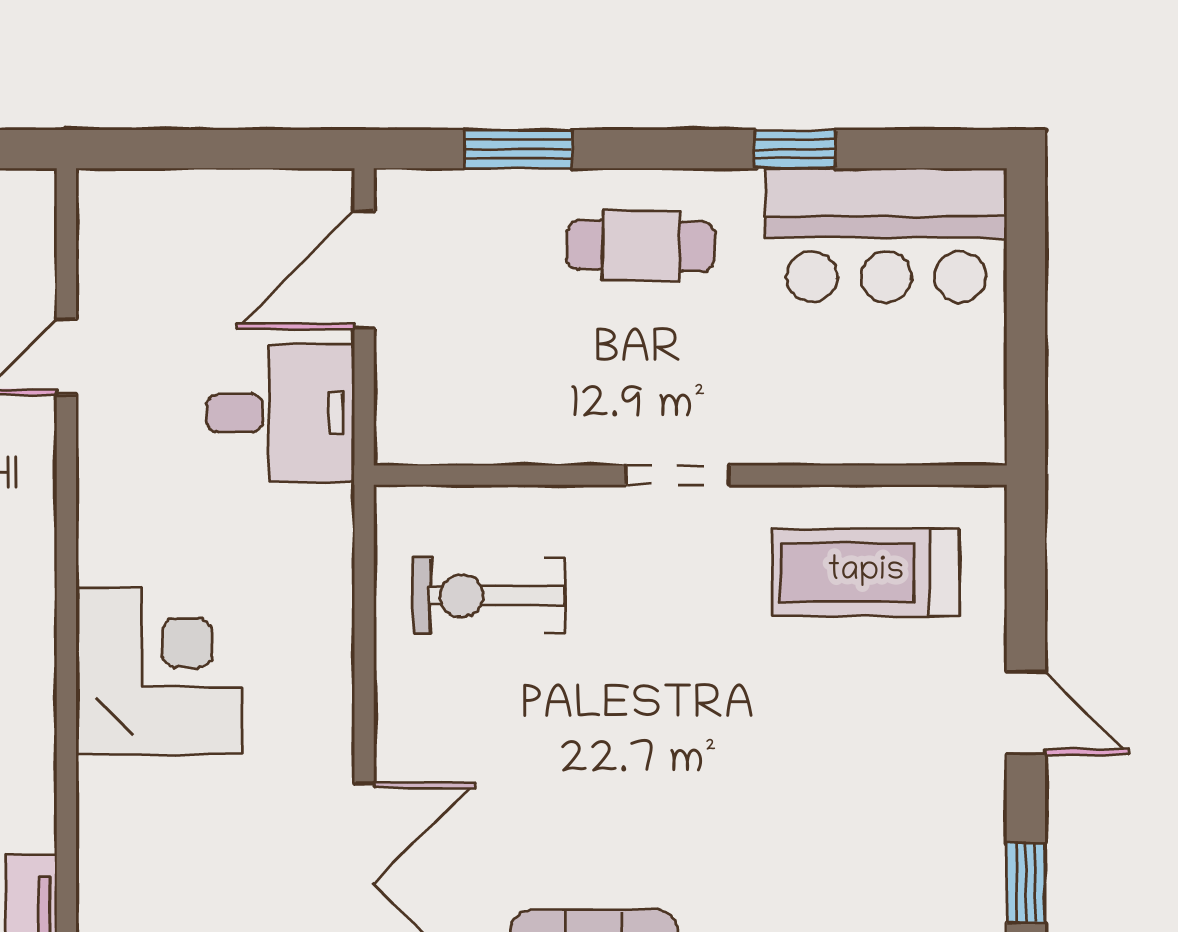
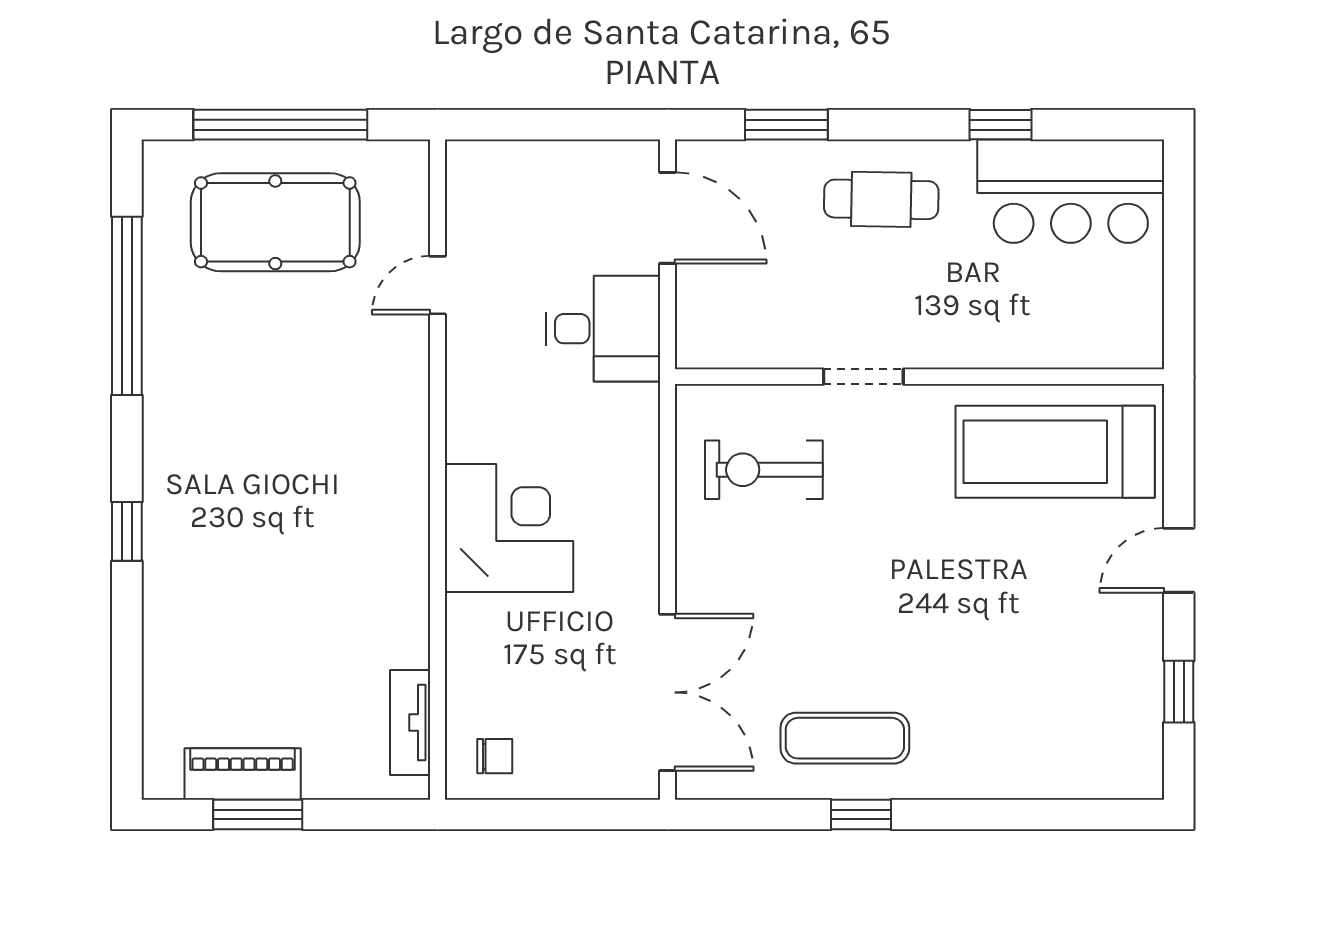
door: (364, 270) -> (668, 218), swing flipped
doorway: (678, 475) -> (863, 377), moved
treadmill: (866, 572) -> (1055, 452), width x1.37, depth x1.38
door: (1026, 713) -> (1179, 560), swing flipped

